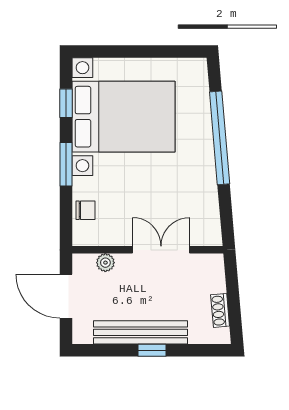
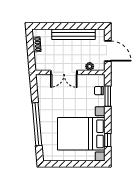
window: (66, 164) -> (108, 96), moved
window: (152, 350) -> (68, 26), removed

